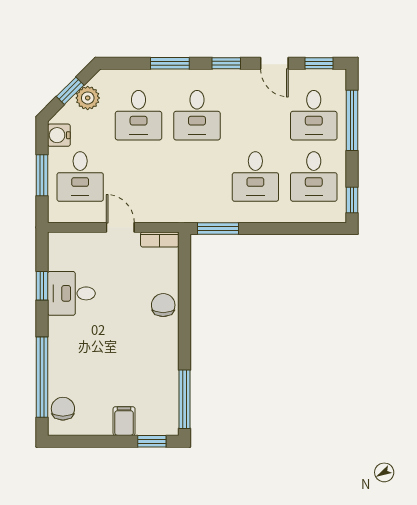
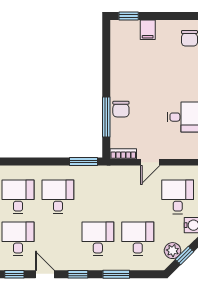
door: (120, 227) -> (150, 162), hinge flipped
window: (185, 399) -> (106, 117), moved

